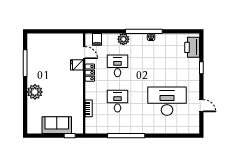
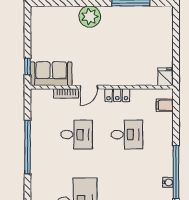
plant: (123, 39) -> (165, 143), removed
door: (84, 53) -> (89, 87), moved
fridge: (77, 65) -> (165, 77), moved
sofa: (57, 125) -> (51, 74), moved, turned -90

